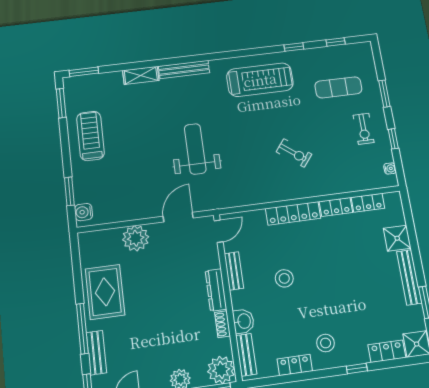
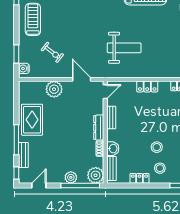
weight bench: (195, 149) -> (124, 48), moved, turned 90
exercise bike: (294, 153) -> (52, 52), moved
locker: (293, 213) -> (147, 87), width x0.66
door: (178, 217) -> (82, 79), hinge flipped
stool: (284, 278) -> (157, 147), moved

